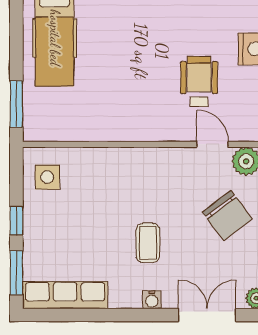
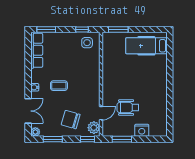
wheelchair: (199, 82) -> (128, 108), turned 180
chair: (227, 215) -> (71, 120), turned 53
window: (16, 221) -> (82, 30), moved

